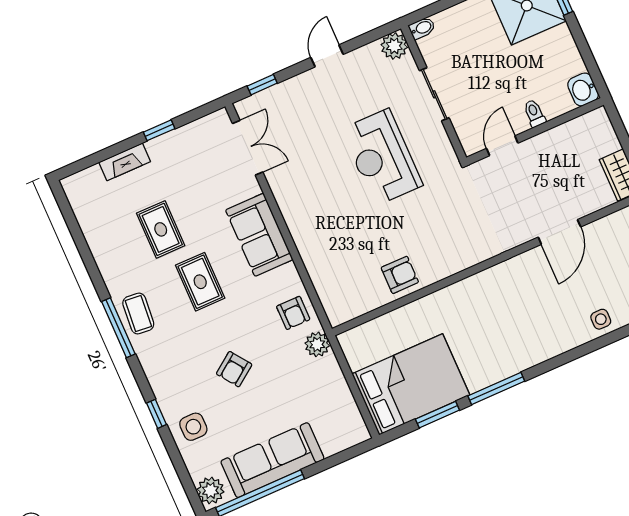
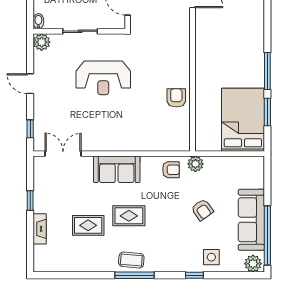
armchair: (234, 369) -> (202, 210), moved

